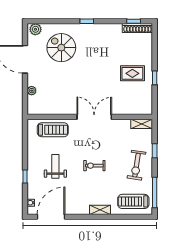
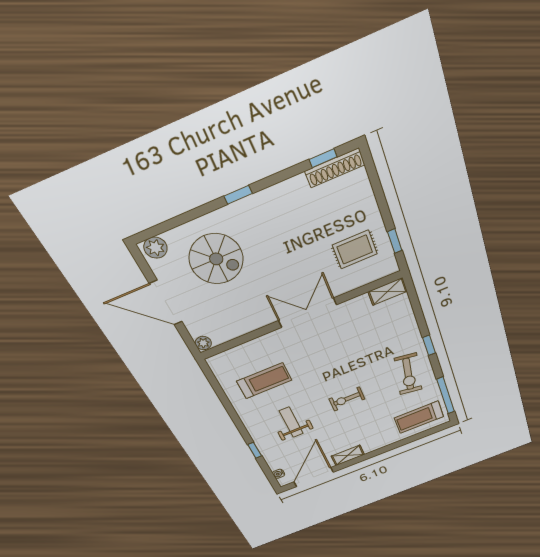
spiral stairs: (61, 48) -> (216, 259), turned 180
wall: (90, 117) -> (300, 316), moved
double door: (94, 117) -> (308, 313), moved
shelving: (142, 124) -> (388, 291), moved
shelving: (100, 210) -> (348, 455), moved

